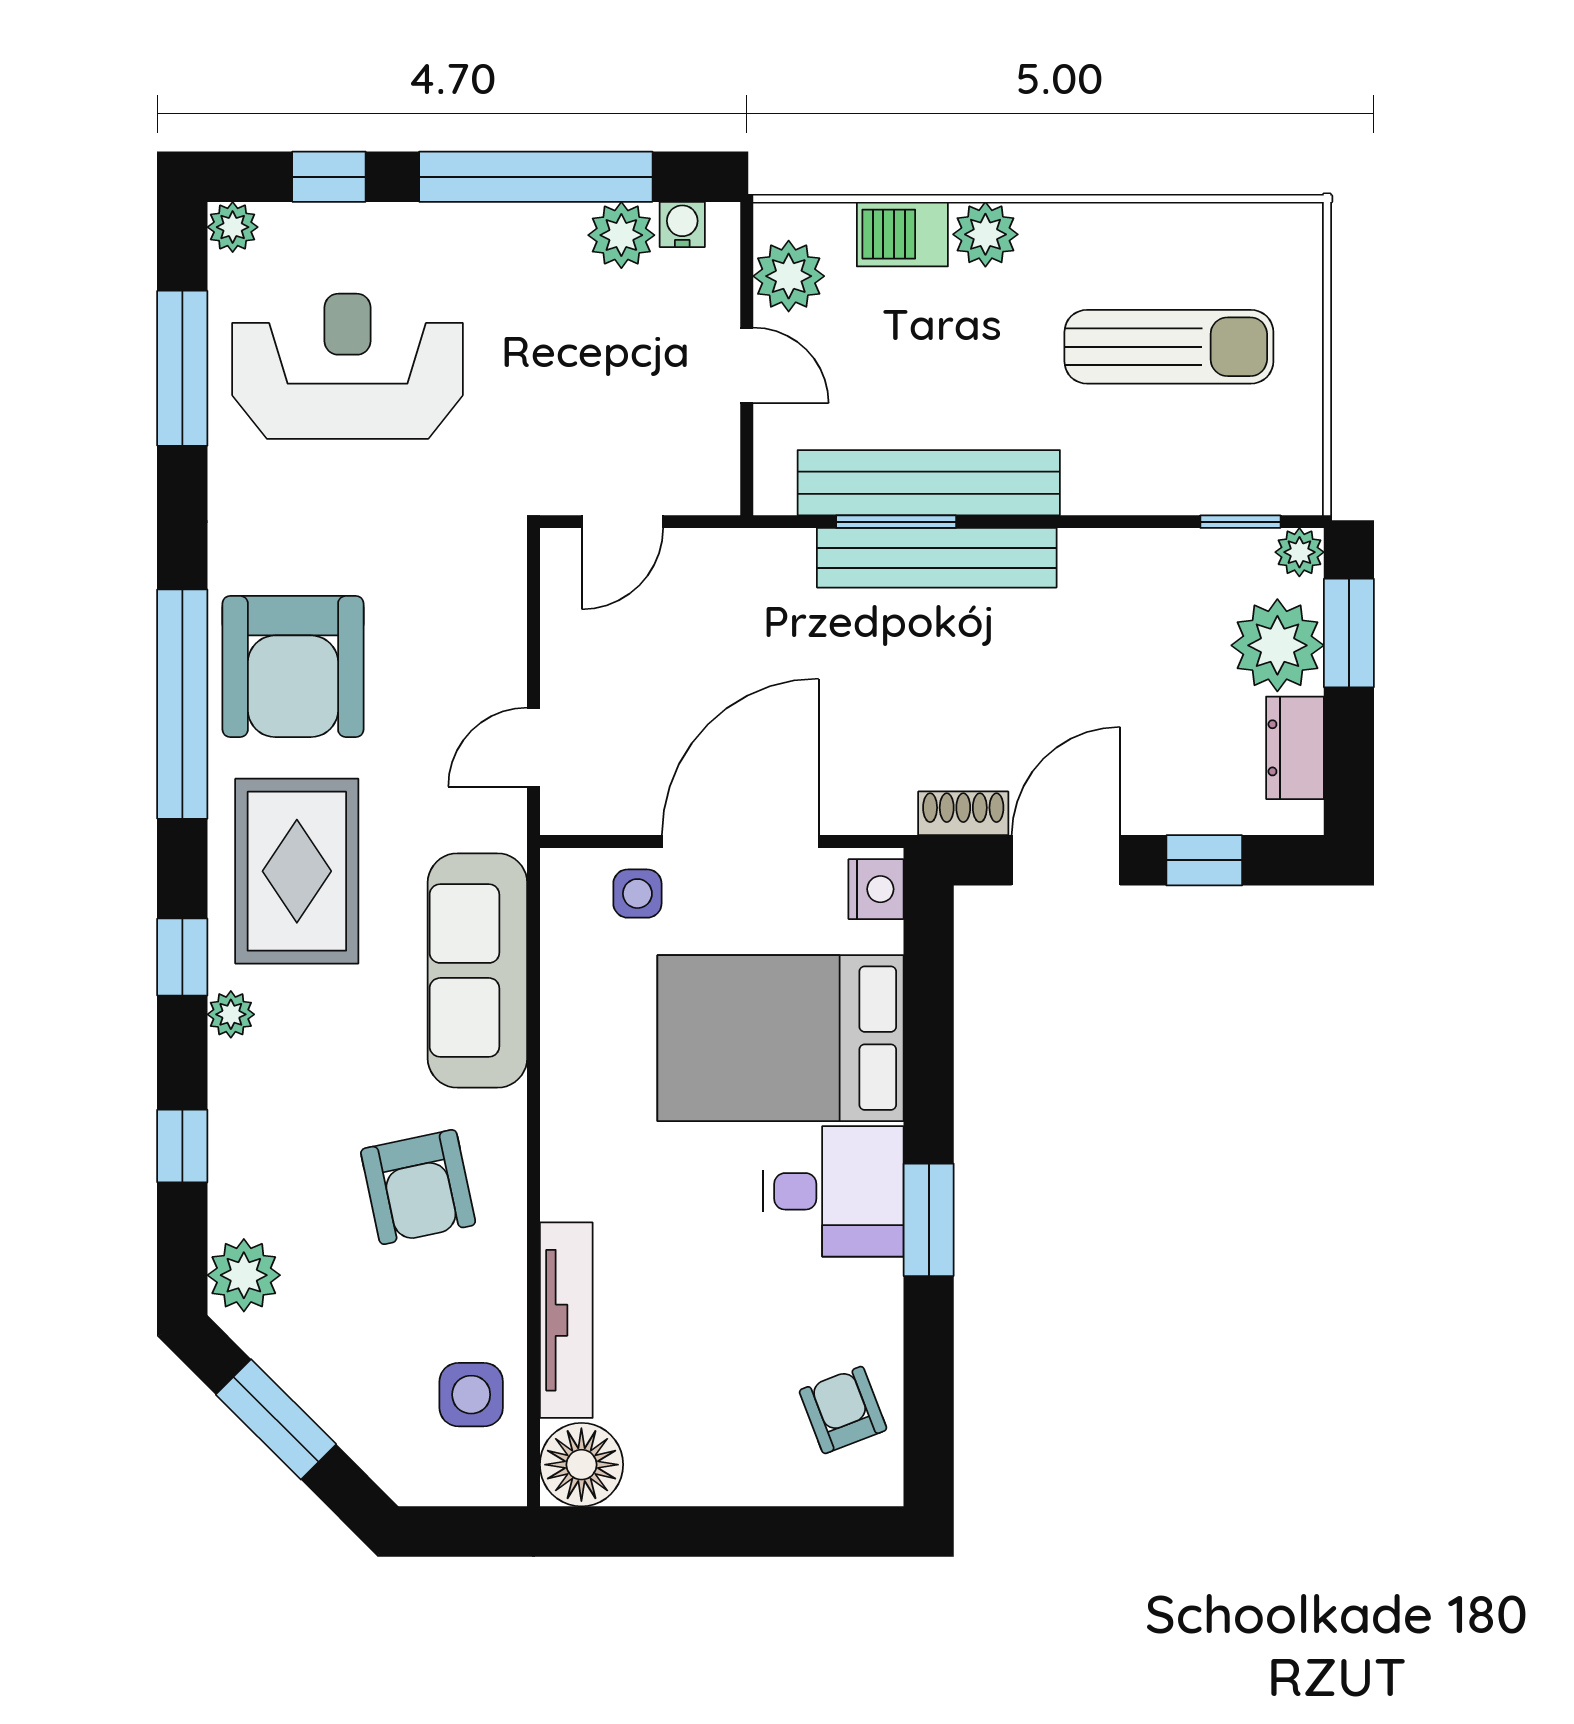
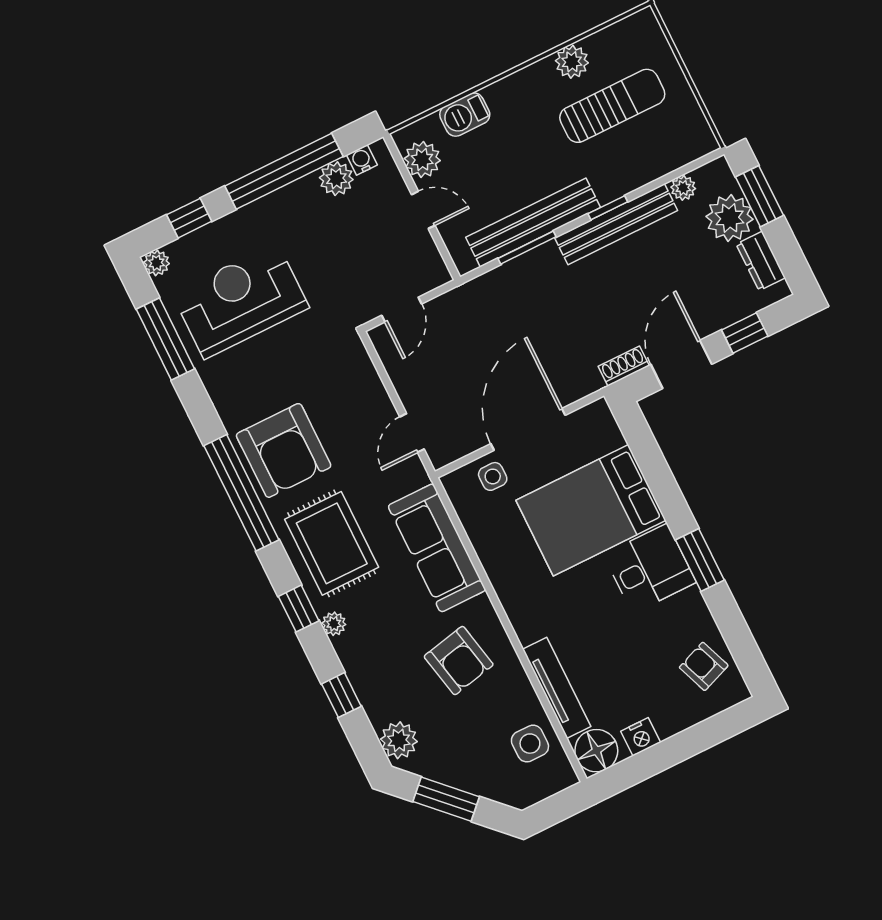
plant: (985, 234) -> (572, 62), moved
window: (1240, 522) -> (608, 208), moved
plant: (1299, 552) -> (683, 188), moved
bench: (937, 558) -> (616, 224), moved
nightstand: (876, 889) -> (641, 737), moved, turned 90

